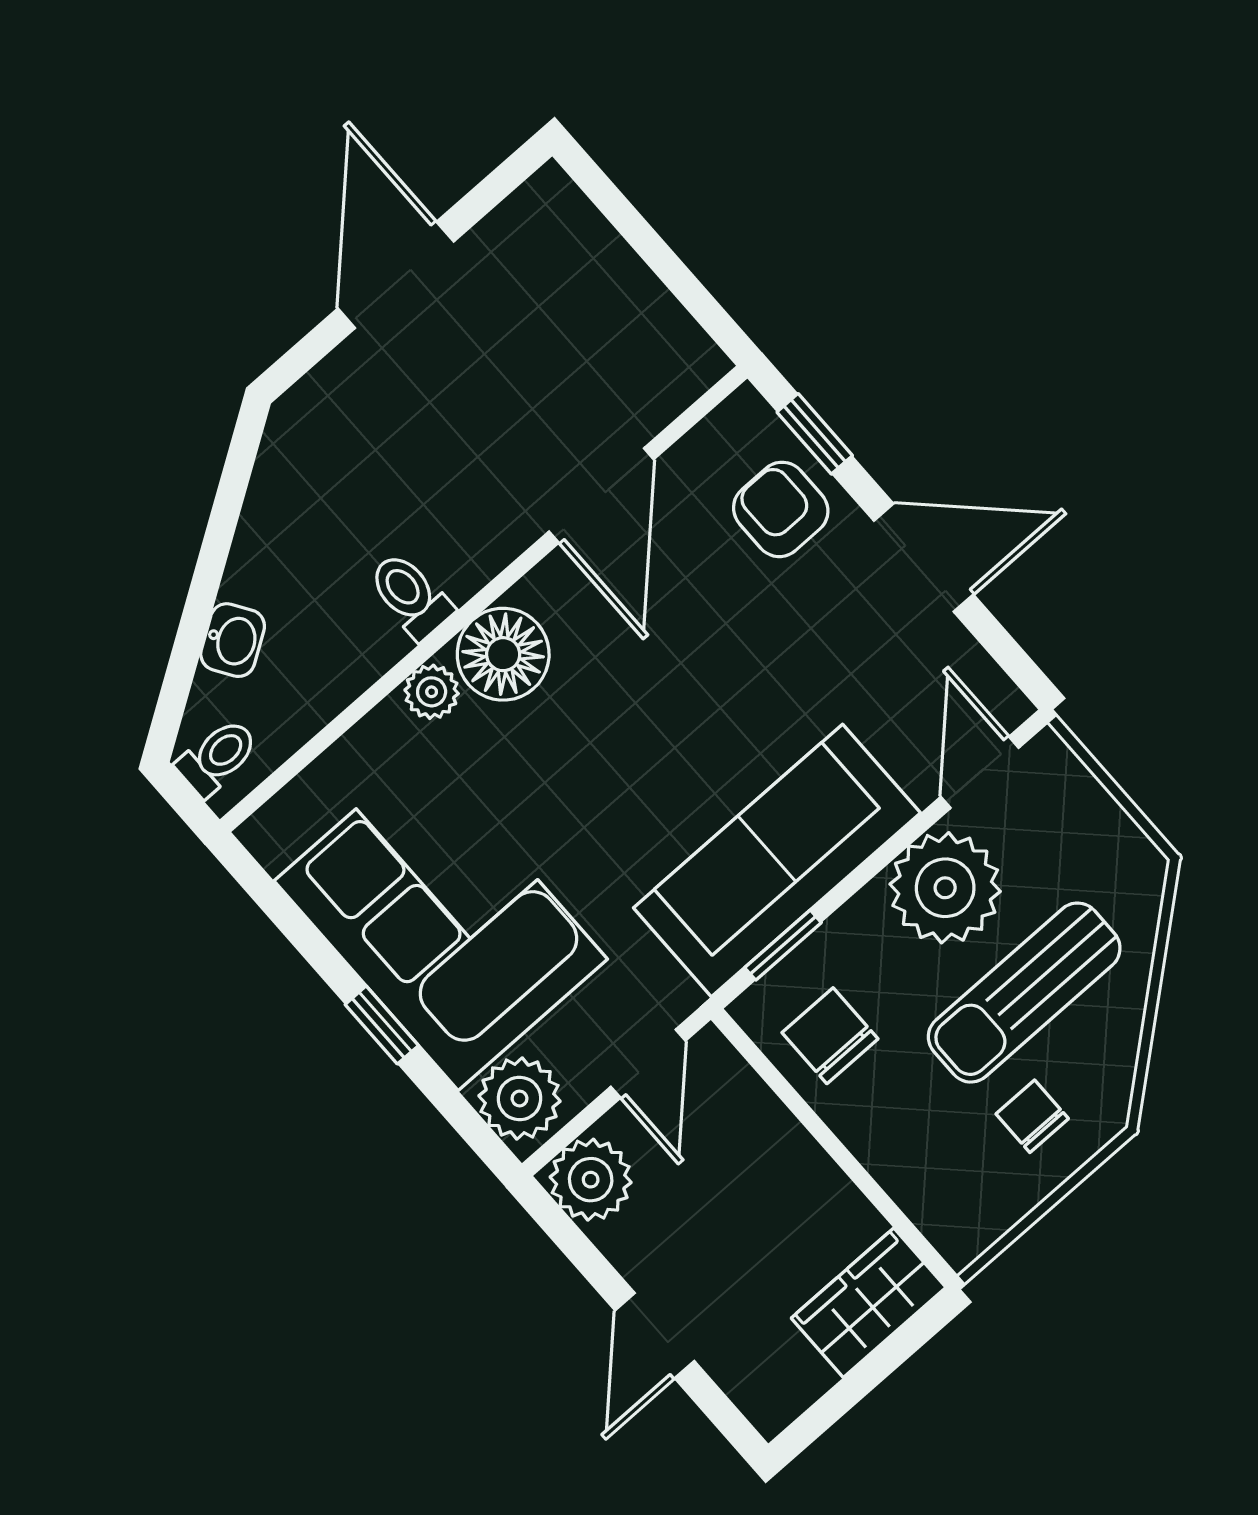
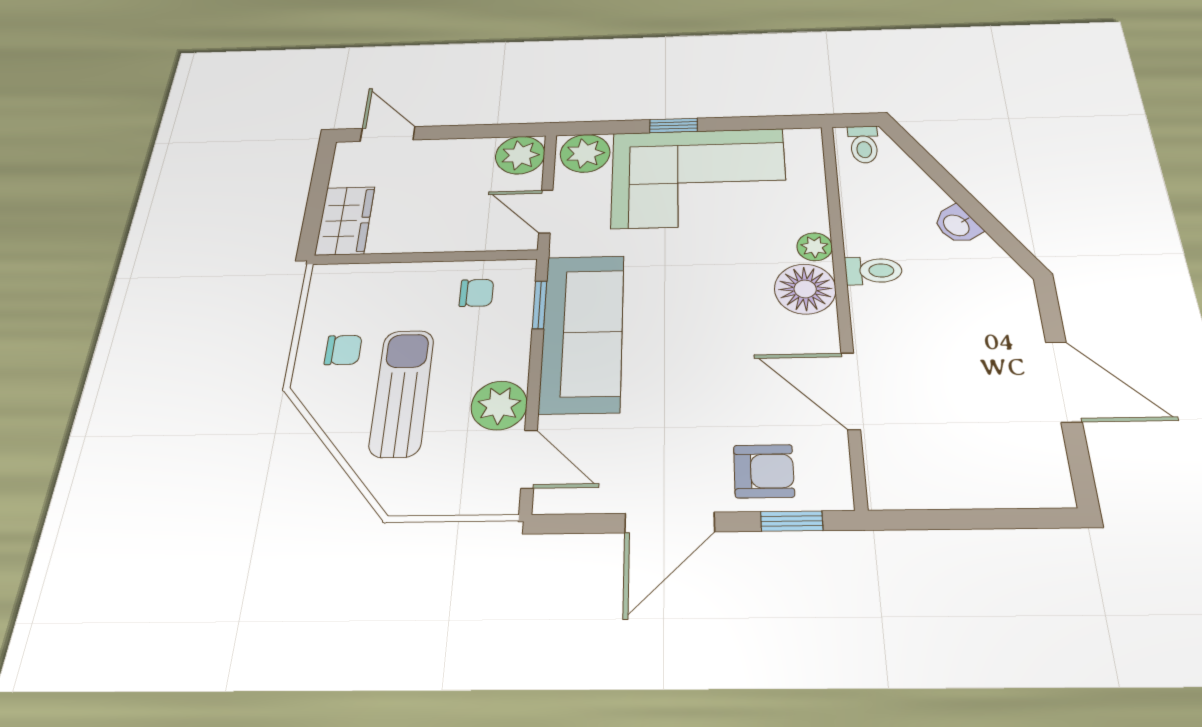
washbasin: (233, 640) -> (957, 225), moved
plant: (945, 888) -> (499, 405), width x0.73, depth x0.73
chair: (830, 1036) -> (476, 293), width x0.73, depth x0.73
door: (655, 1336) -> (388, 134), moved

